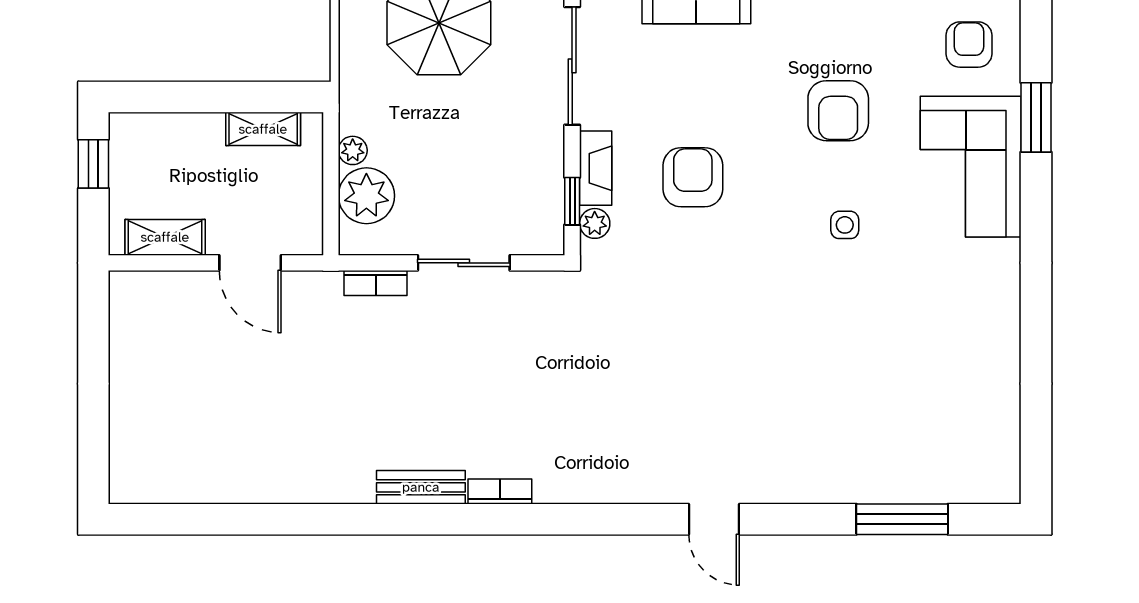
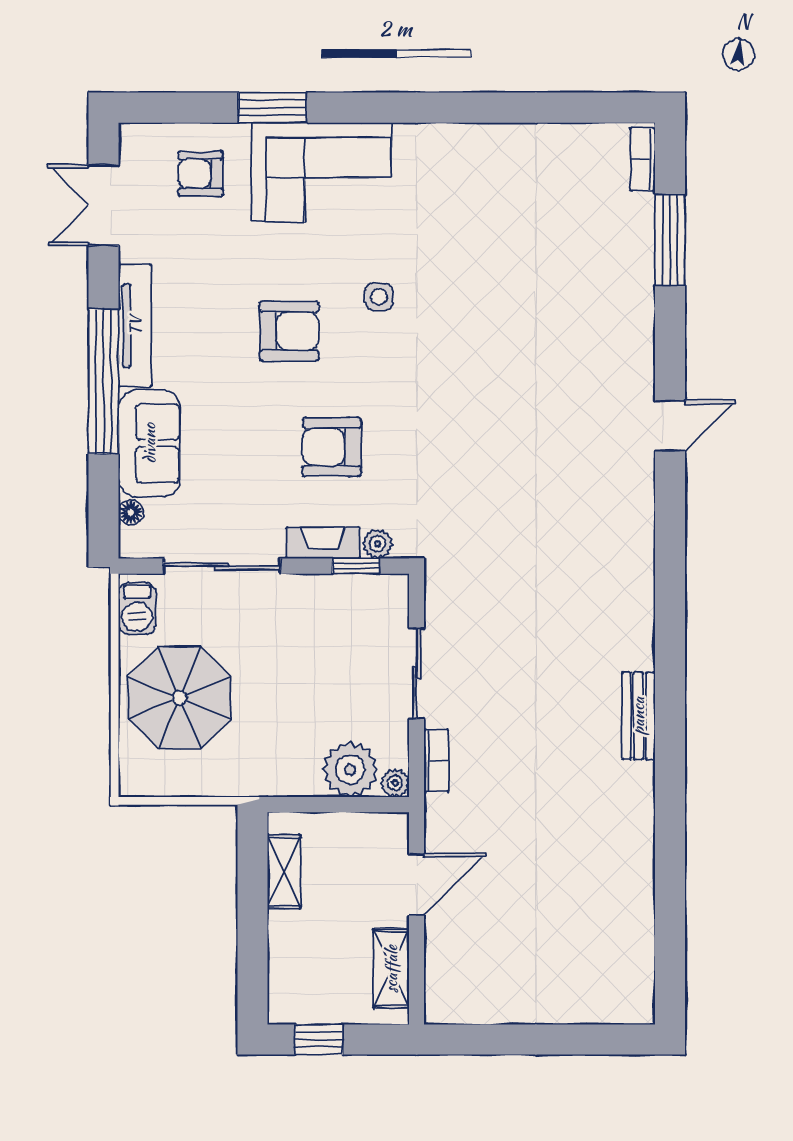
armchair: (838, 111) -> (289, 331), moved
plant: (353, 150) -> (395, 783), moved
bookcase: (500, 491) -> (643, 159), moved

